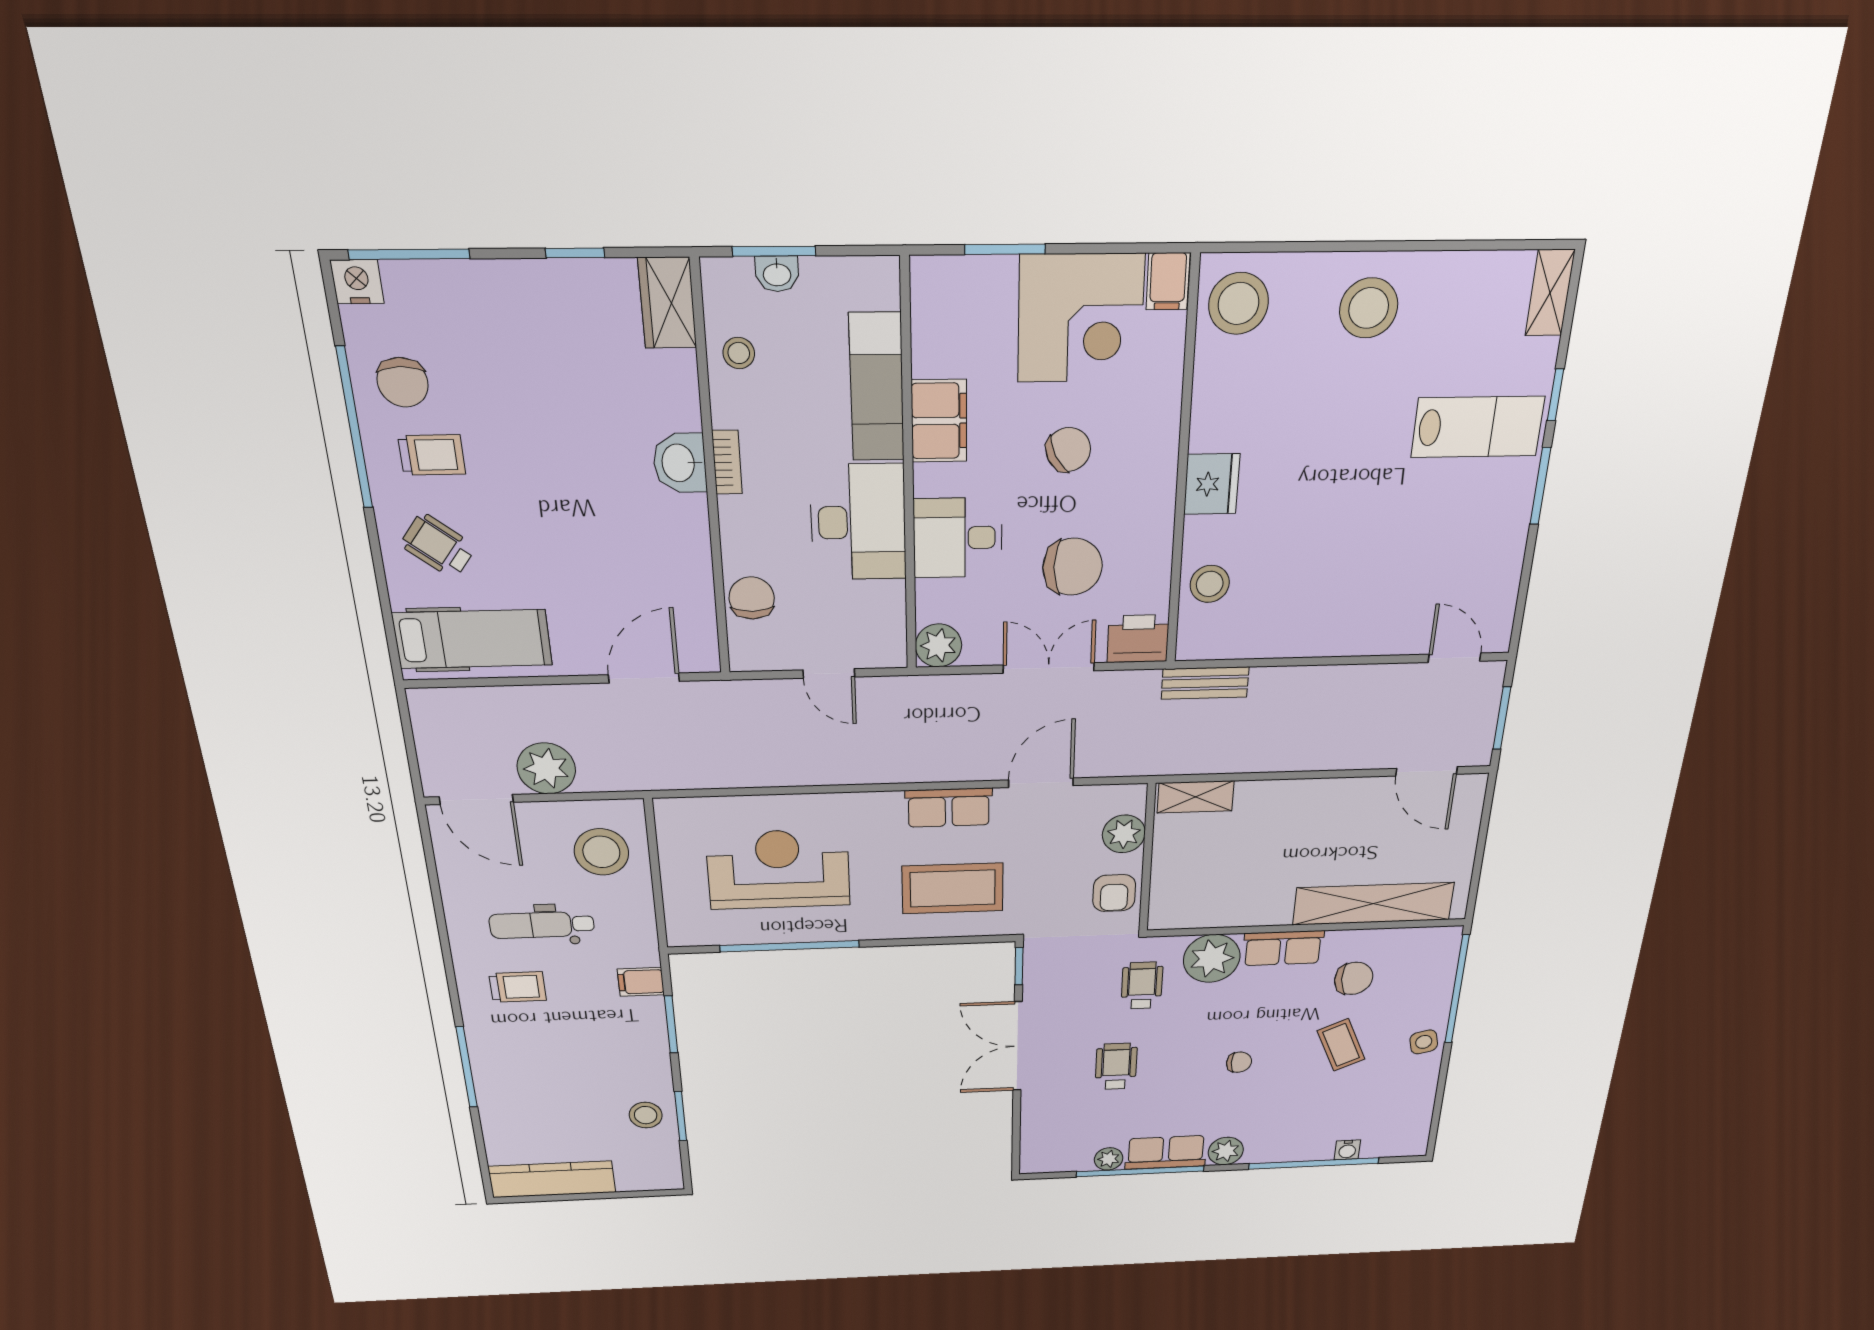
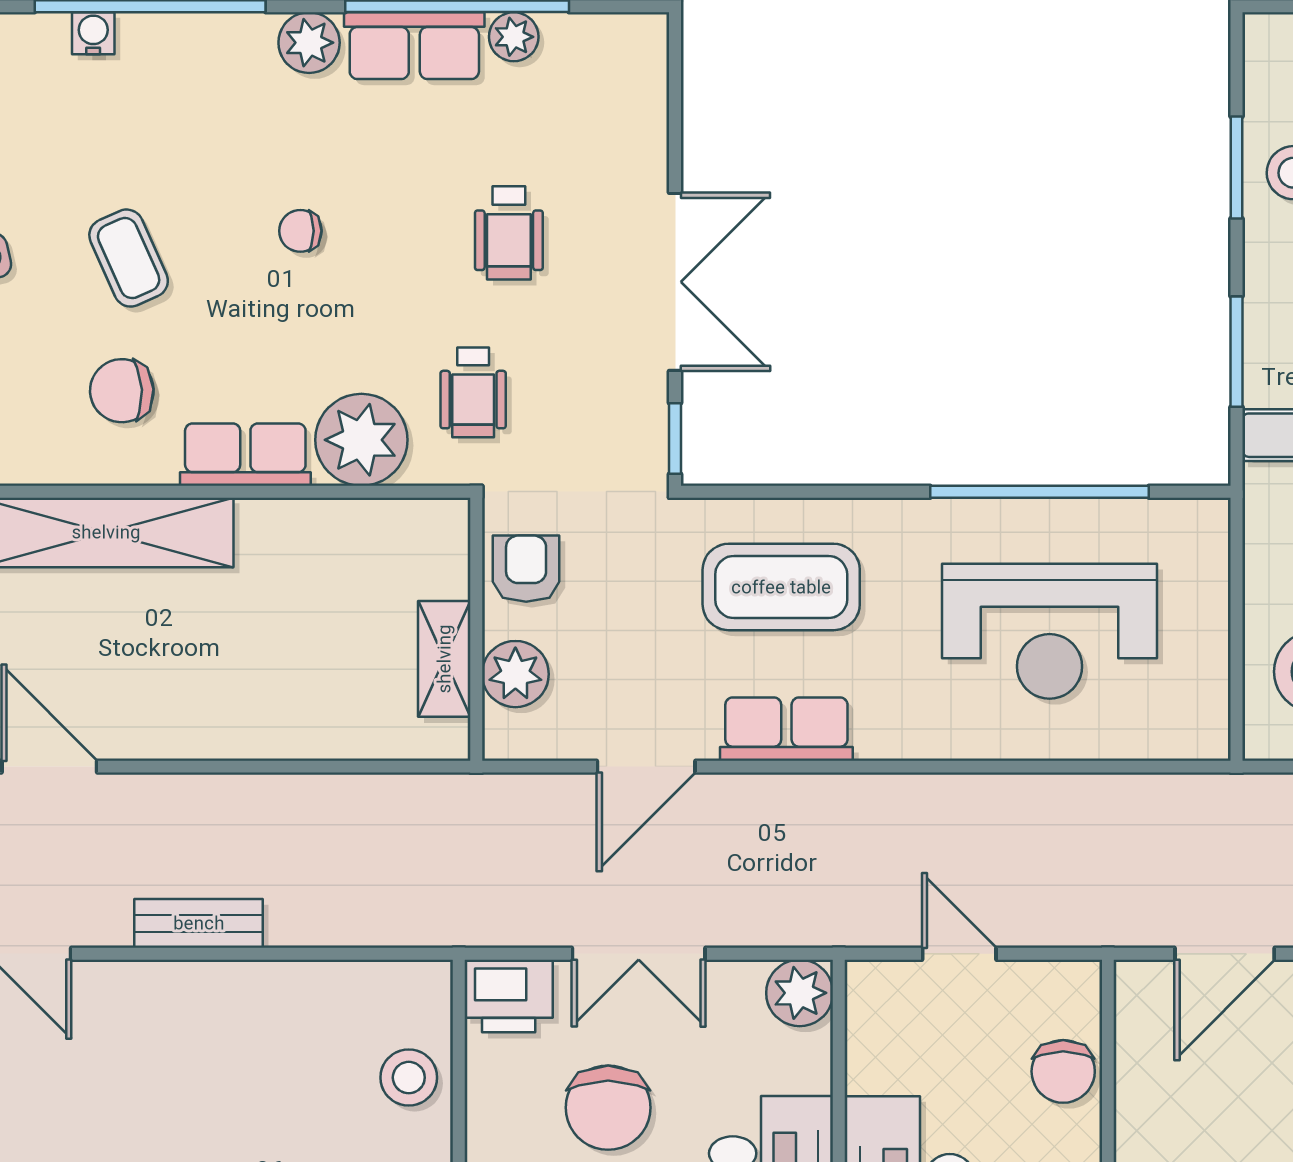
chair: (1072, 567) -> (608, 1108), turned -90
bench: (1205, 683) -> (199, 923), moved
shelving: (1196, 797) -> (444, 659), moved, turned 90

